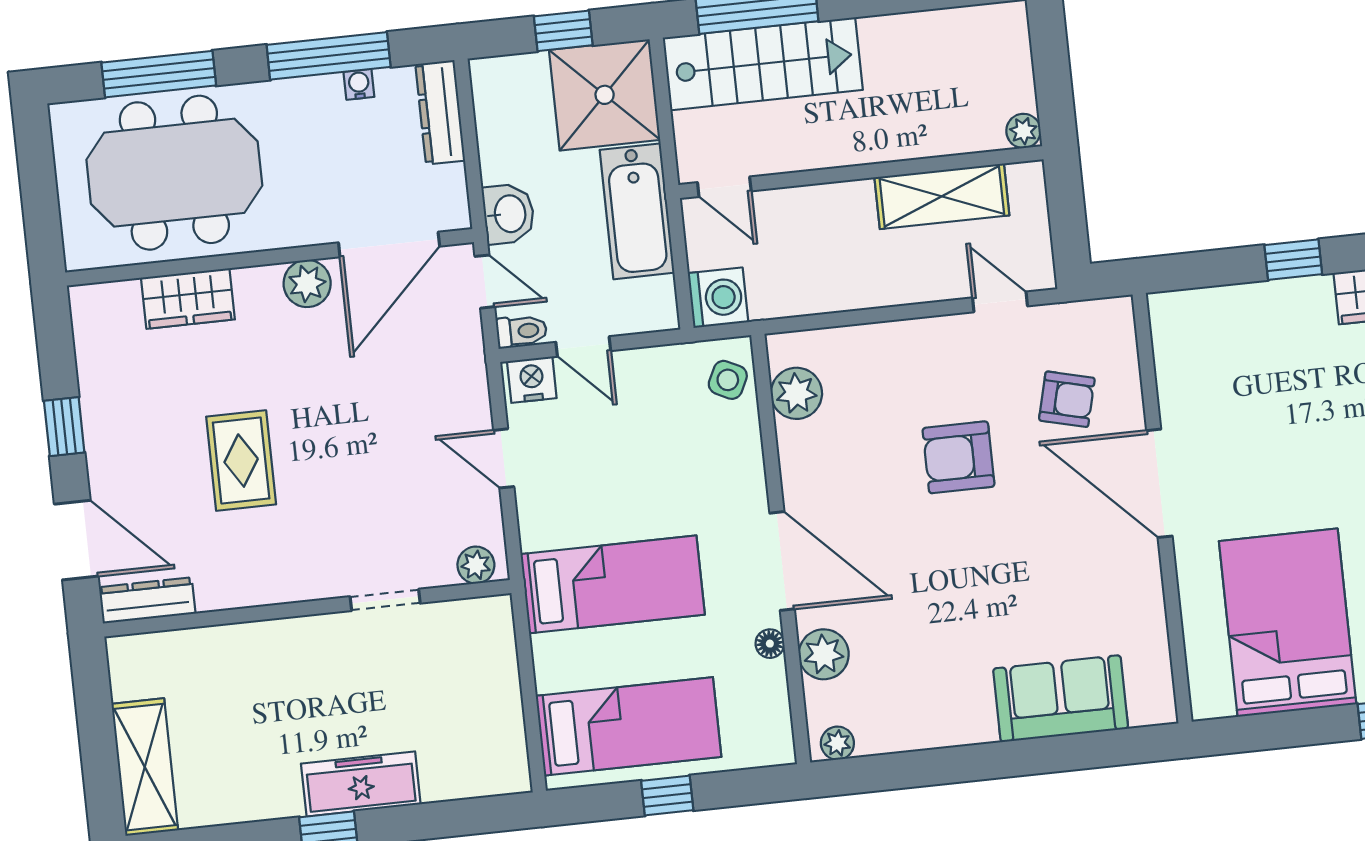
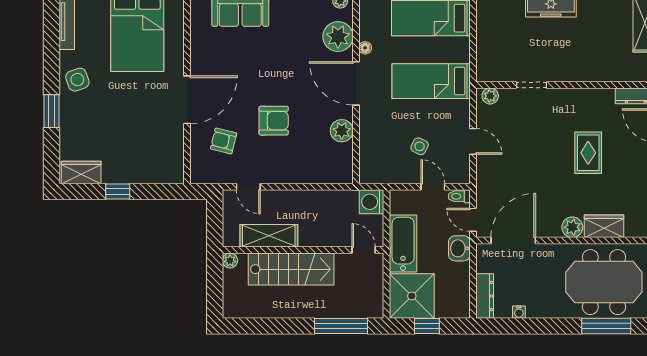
window: (329, 56) -> (531, 326), removed
stairs: (763, 64) -> (291, 269), moved, turned 180
plant: (307, 284) -> (572, 227), moved
nightstand: (532, 380) -> (457, 175), removed
side table: (728, 380) -> (420, 146), moved
plant: (796, 393) -> (342, 131), moved
door: (1159, 483) -> (187, 100), hinge flipped
plant: (824, 654) -> (338, 37), width x1.36, depth x1.36

